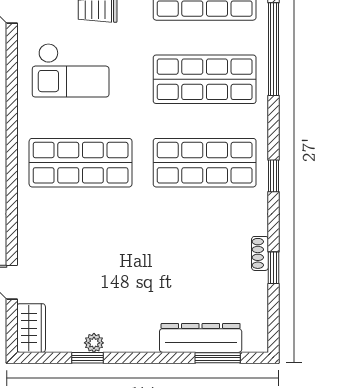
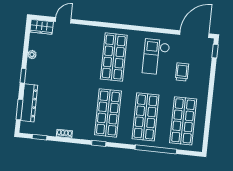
window: (273, 268) -> (40, 137), moved
window: (88, 358) -> (23, 76), moved

